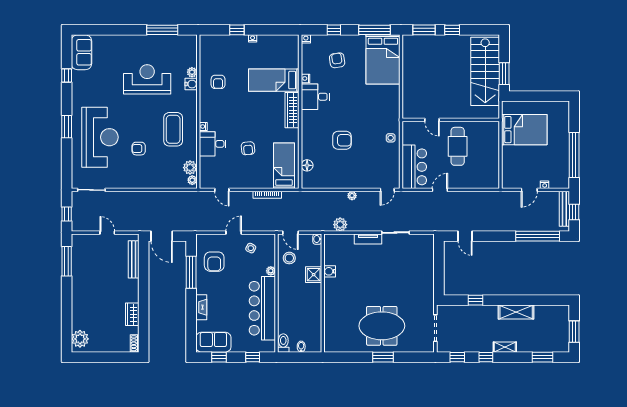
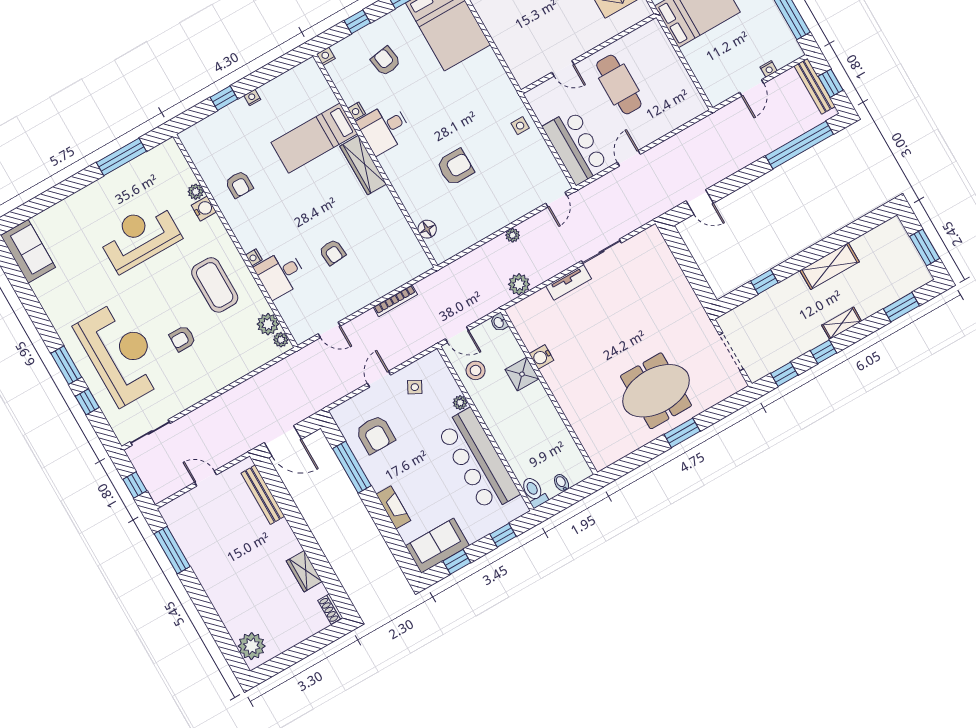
window: (67, 75) -> (87, 402), moved
bed: (284, 166) -> (396, 248), removed

